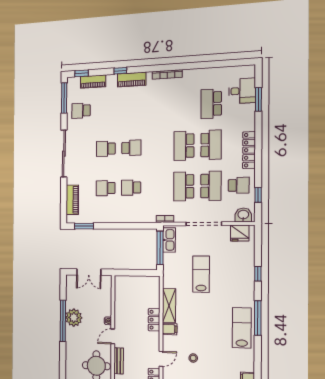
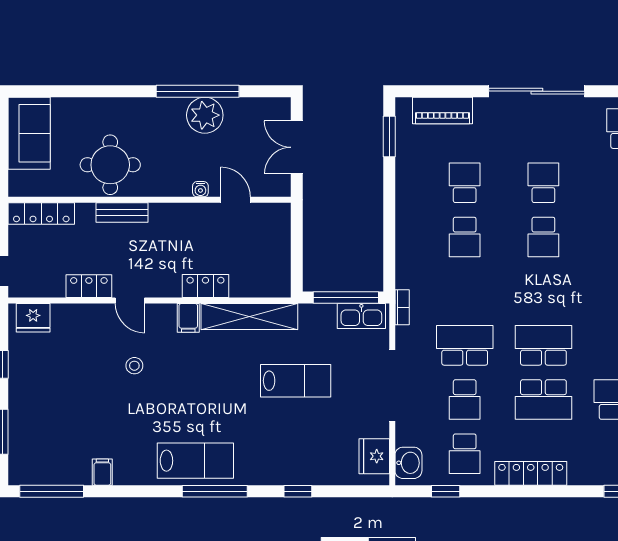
school desk: (211, 186) -> (465, 400), width x0.54
school desk: (131, 188) -> (465, 237), turned 180
shelving: (169, 306) -> (249, 317), width x1.47
door: (113, 336) -> (235, 200), moved

